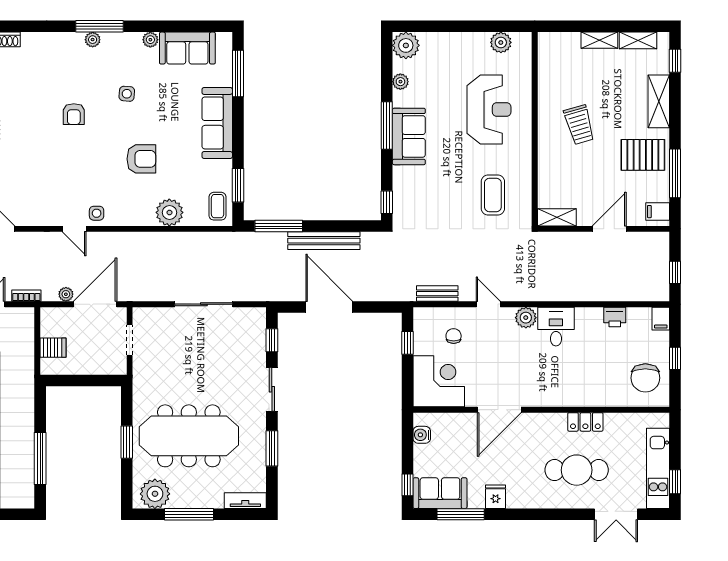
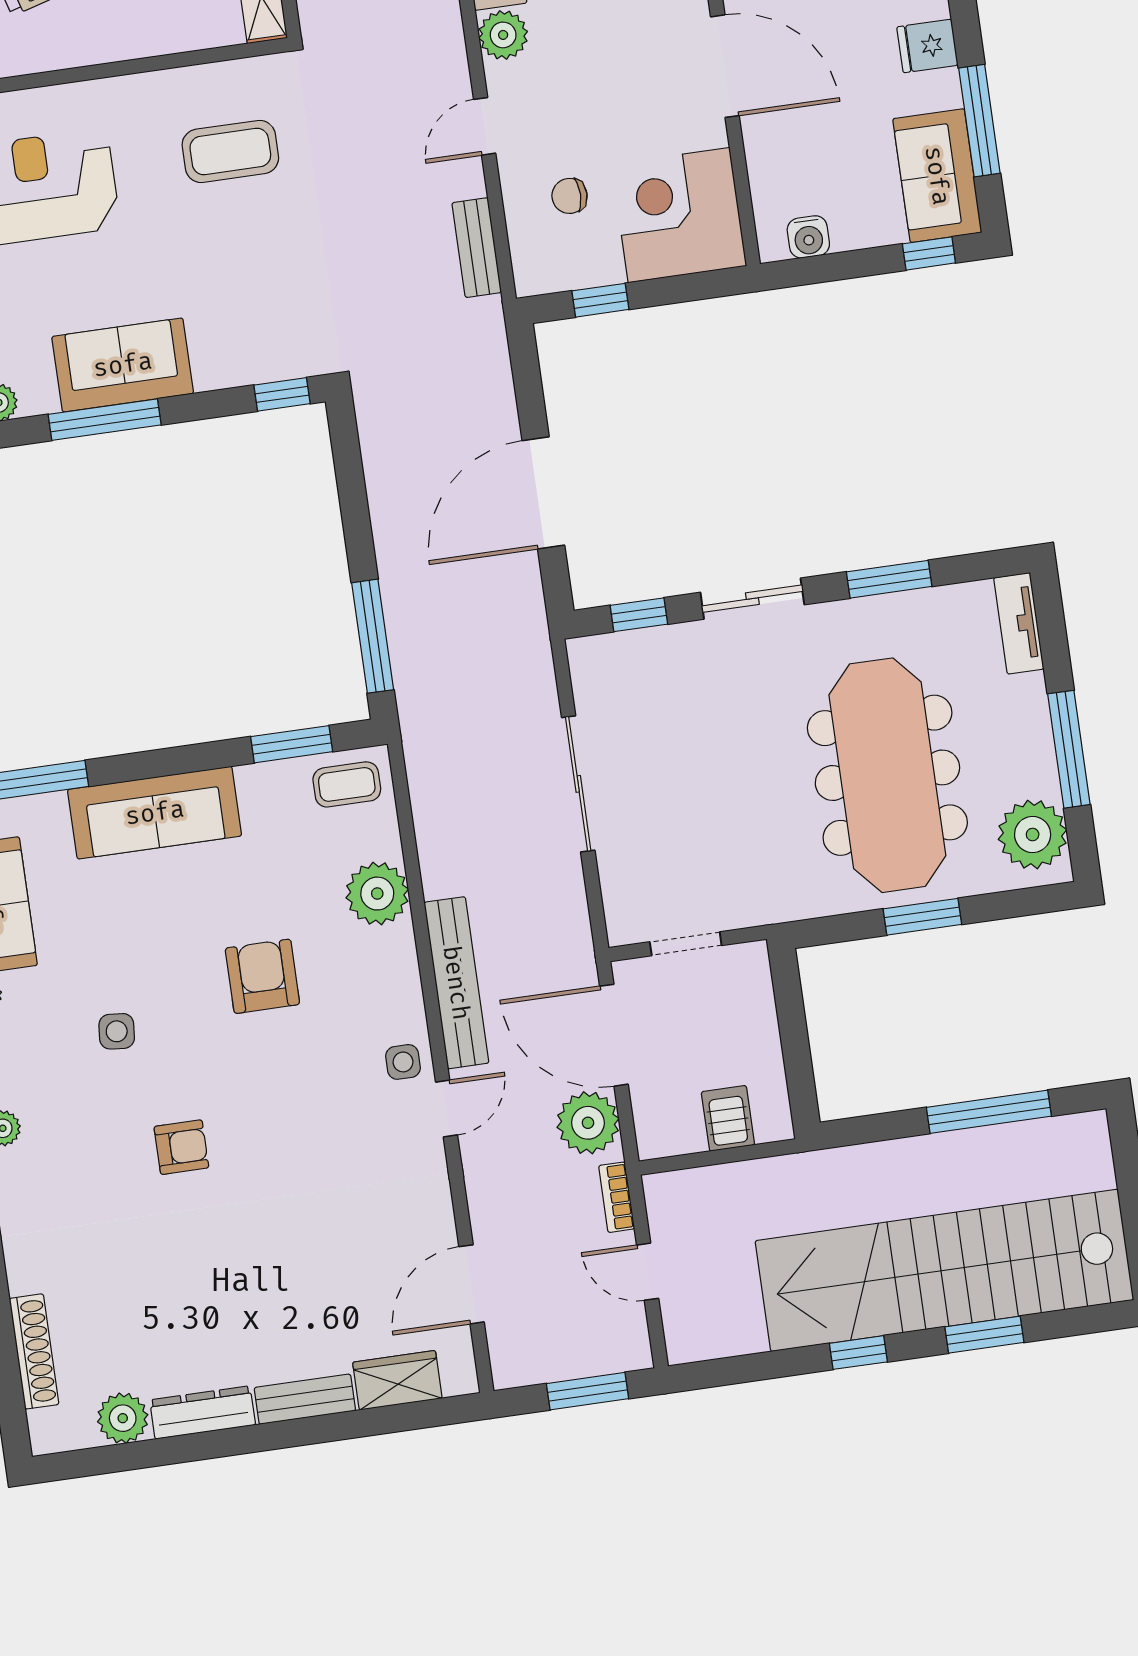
bench: (324, 241) -> (456, 983), moved
plant: (66, 294) -> (588, 1123), width x1.88, depth x1.88

